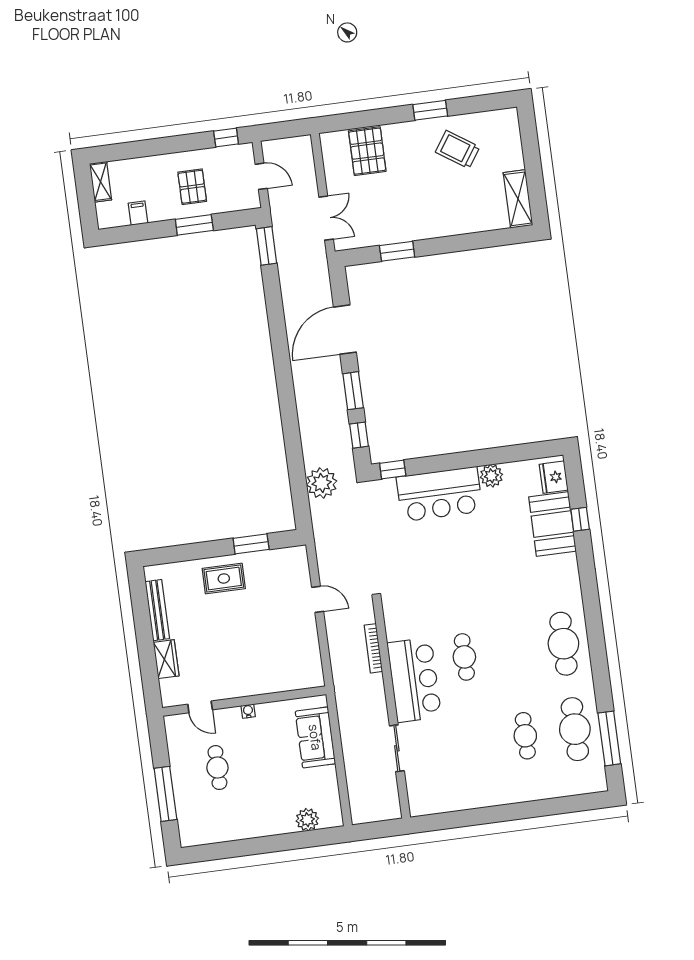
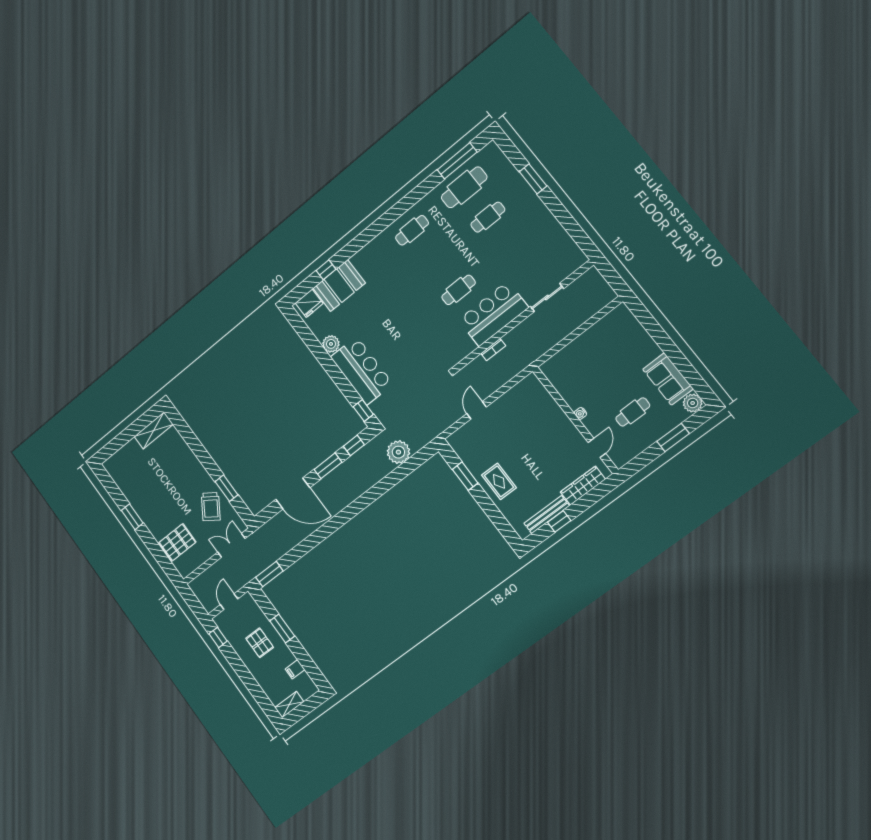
trolley: (458, 149) -> (211, 507), moved
pallet: (192, 187) -> (260, 643), turned 90
window: (142, 620) -> (559, 521), added
cafe table: (563, 644) -> (412, 230), width x0.73, depth x0.74
bookcase: (373, 648) -> (493, 350), width x0.64
wardrobe: (166, 659) -> (583, 486), width x1.50
sofa: (315, 737) -> (668, 379), moved, turned 90
window: (165, 794) -> (673, 437), width x0.69
window: (537, 809) -> (533, 179), added
plant: (307, 820) -> (693, 403), moved

